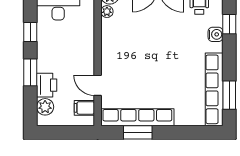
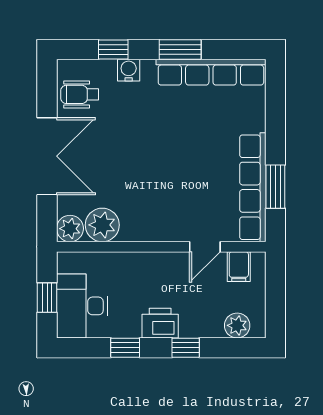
plant: (107, 12) -> (102, 225), width x1.88, depth x1.88
window: (30, 72) -> (186, 348), width x0.67
printer: (47, 85) -> (160, 323), moved
window: (229, 95) -> (180, 50), moved

